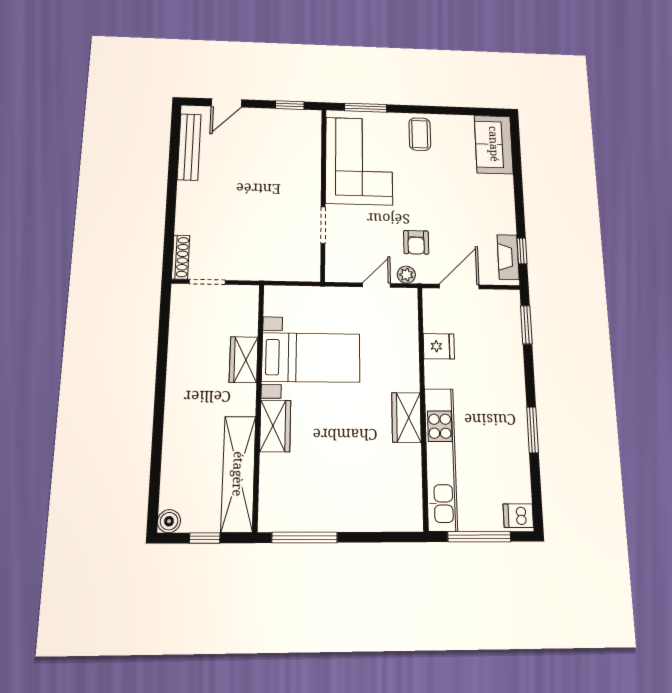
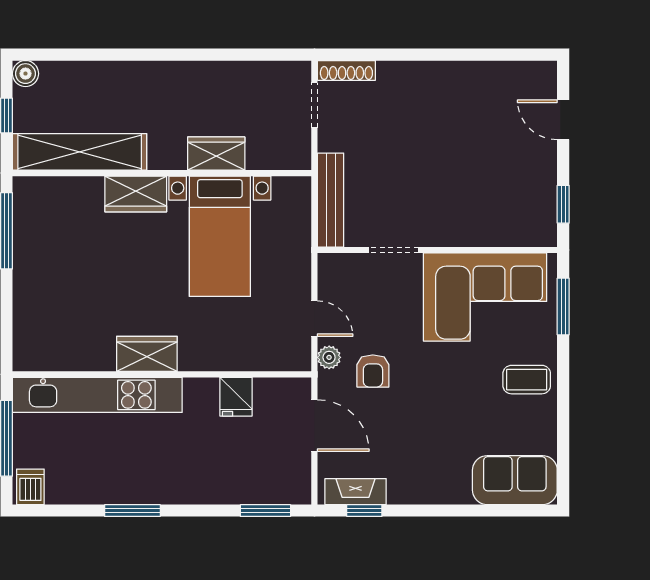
bench: (189, 147) -> (331, 200), moved, turned 90
armchair: (416, 242) -> (373, 371), turned -90

